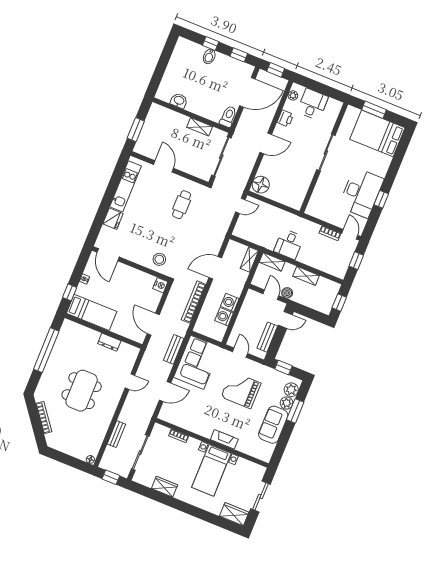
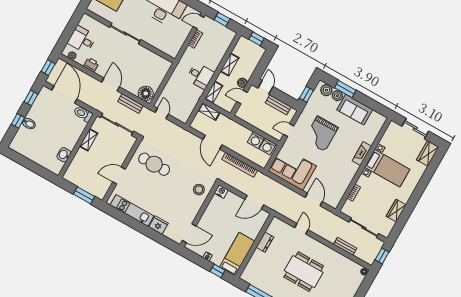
cafe table: (182, 205) -> (154, 164), width x1.37, depth x1.35
washing machine: (230, 302) -> (268, 147), moved
bench: (174, 349) -> (130, 104), moved

